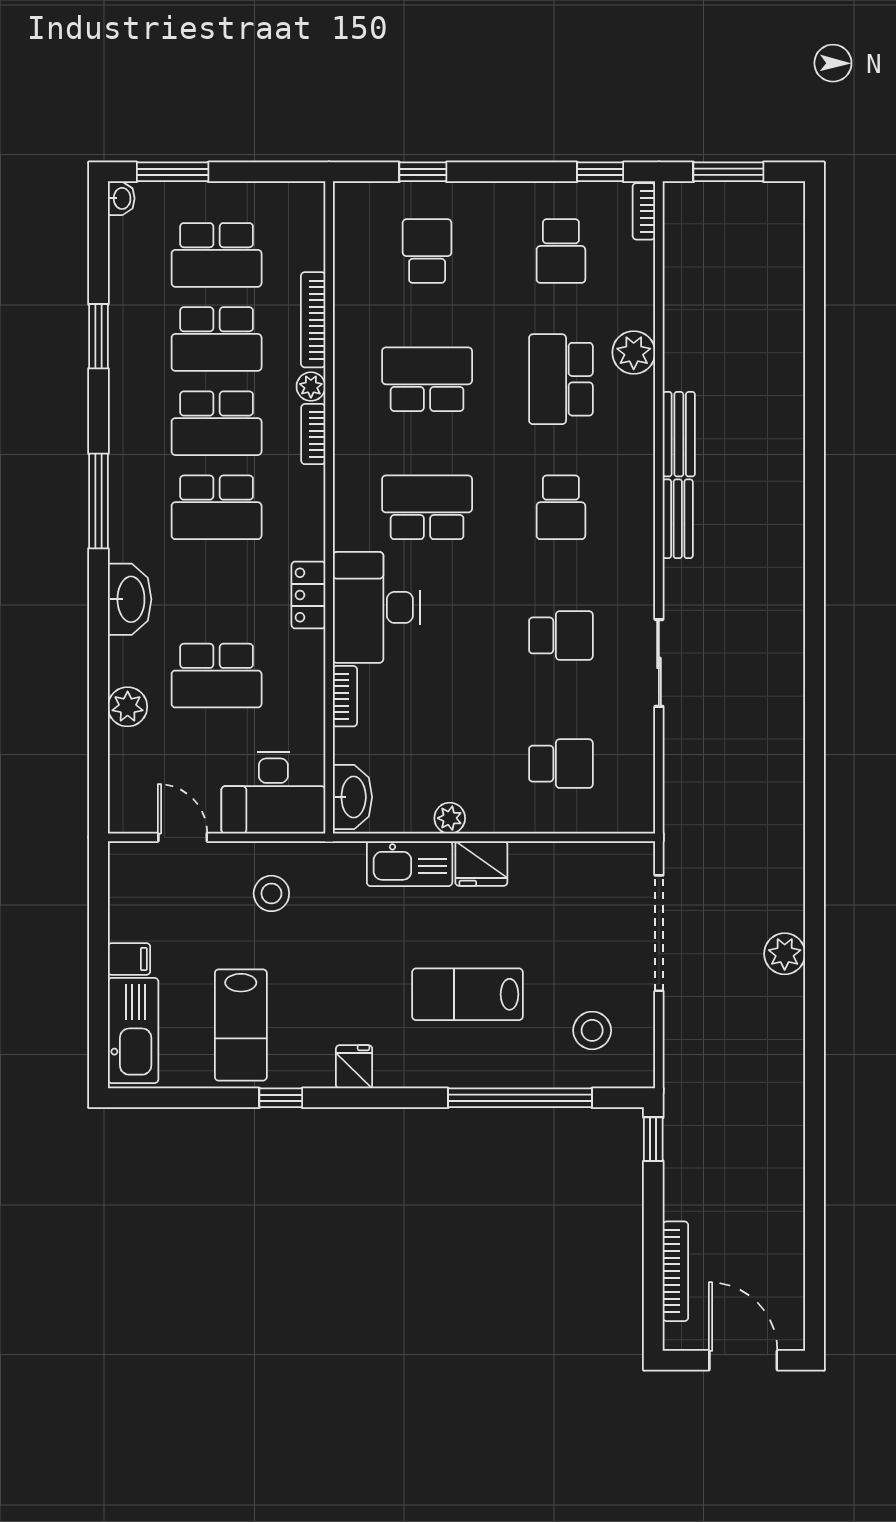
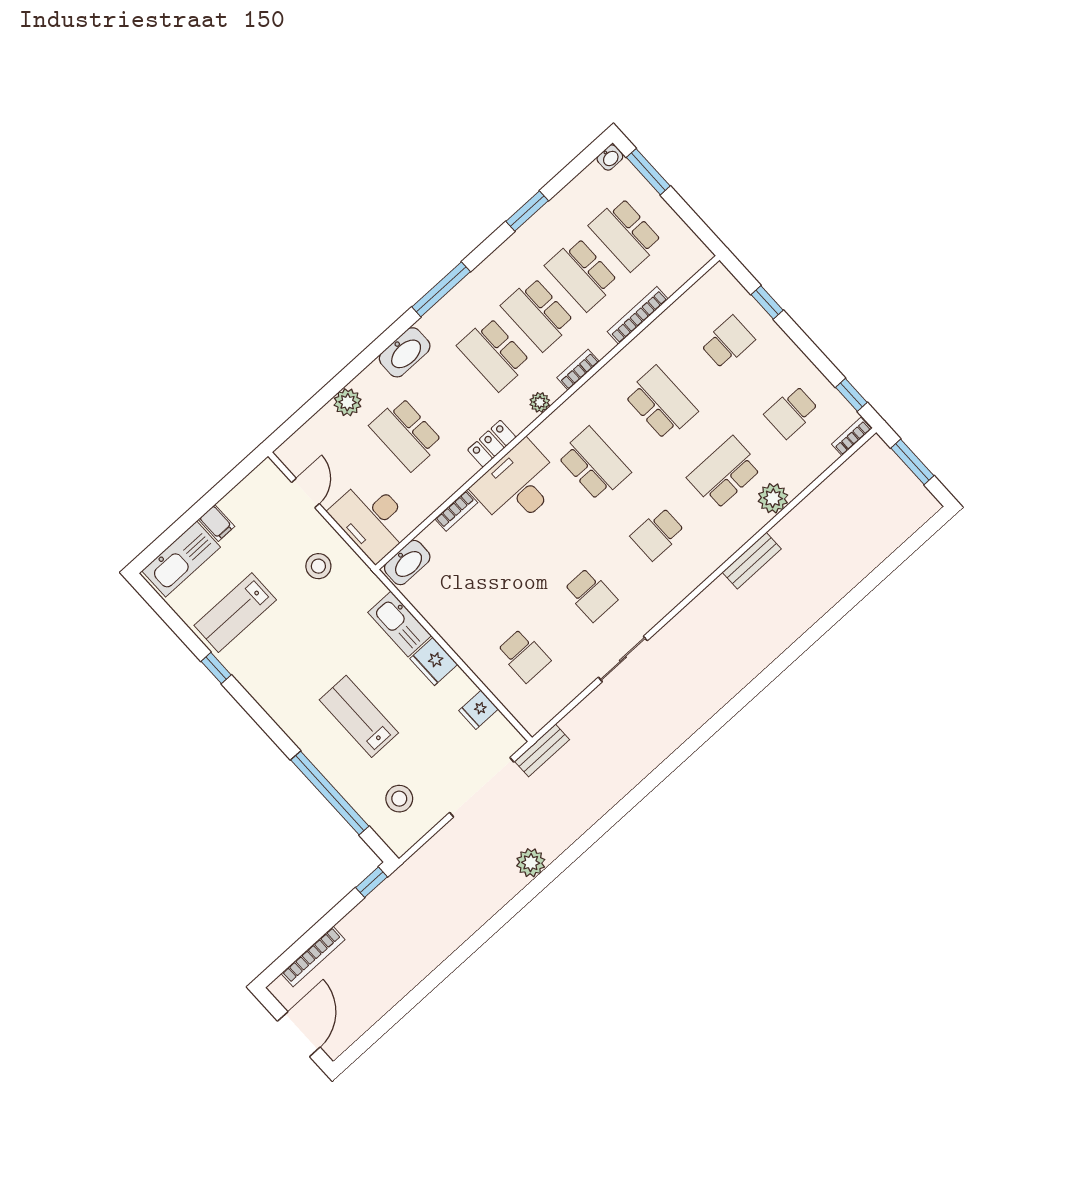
plant: (311, 387) -> (540, 402), moved
bench: (678, 519) -> (542, 750), moved
plant: (450, 818) -> (442, 623), removed
fridge: (354, 1067) -> (479, 710), moved, turned 180

